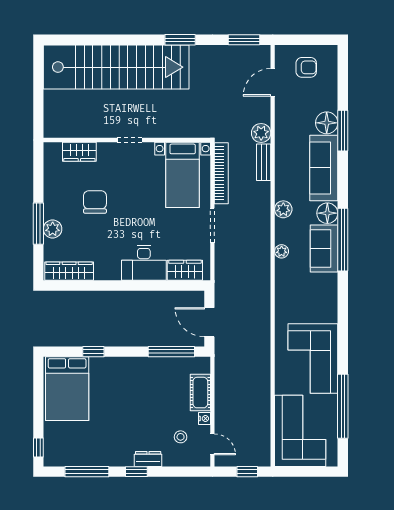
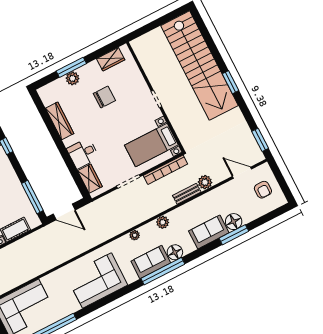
window: (180, 40) -> (230, 82), moved
wardrobe: (79, 152) -> (111, 59), moved, turned -90
sofa: (324, 168) -> (209, 232), width x0.73
desk: (144, 263) -> (83, 153), width x0.73
wardrobe: (69, 271) -> (60, 121), moved
door: (209, 322) -> (64, 212), swing flipped
corner sofa: (313, 359) -> (97, 280), moved

